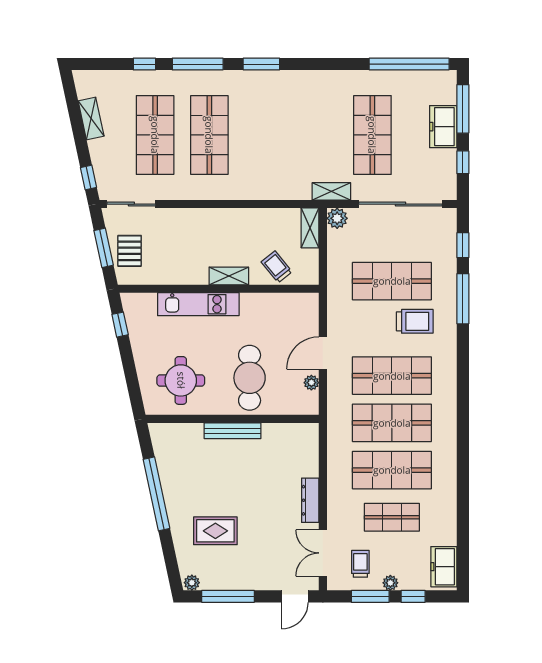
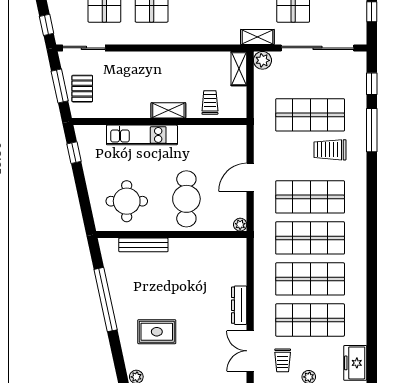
trolley: (277, 267) -> (210, 102), turned 39
trolley: (415, 321) -> (330, 150), turned 180
plant: (311, 383) -> (240, 225), moved
bench: (233, 431) -> (143, 245), moved
shop shelf: (392, 517) -> (310, 320), width x1.43, depth x1.36
trolley: (360, 564) -> (283, 360), turned 180

